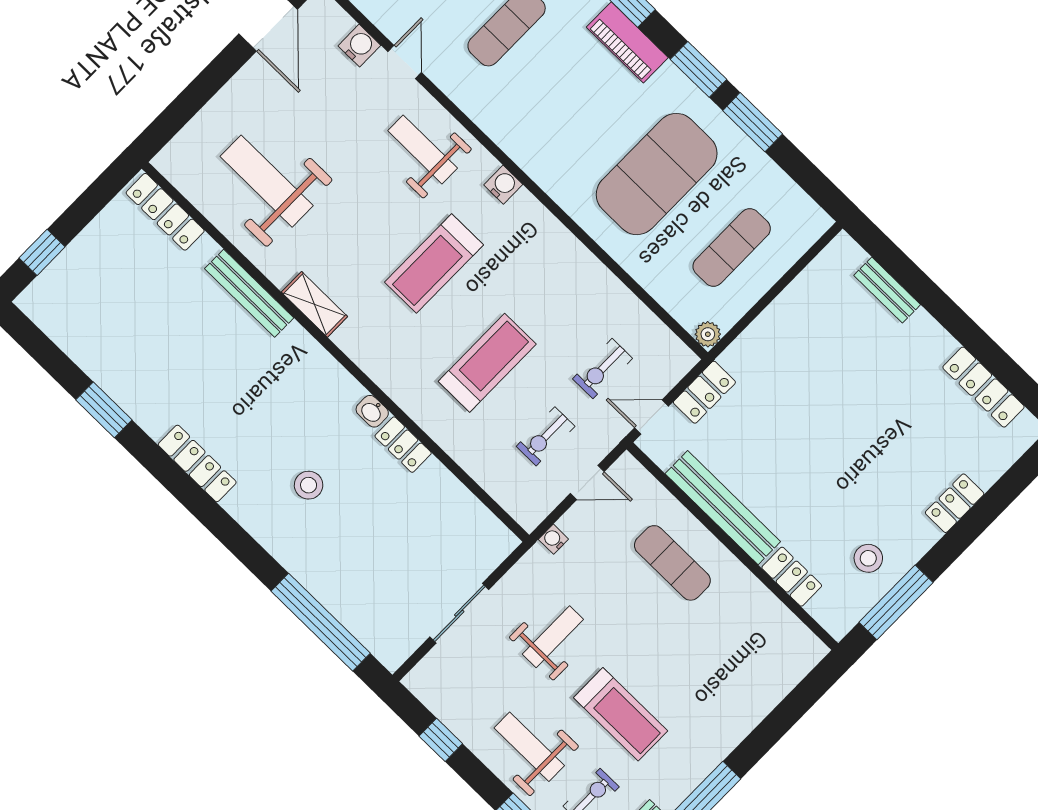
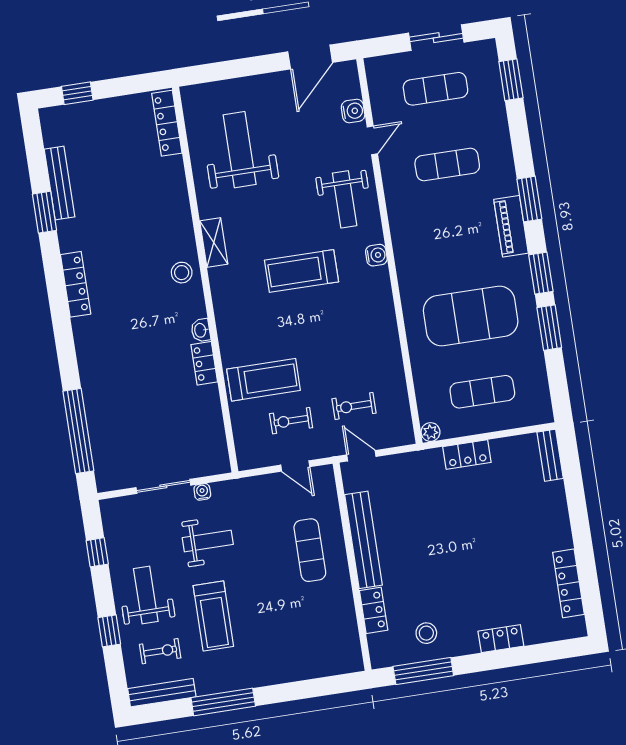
weight bench: (423, 149) -> (345, 199), turned 180
bench: (887, 290) -> (550, 455), moved
bench: (249, 293) -> (59, 183), moved
treadmill: (487, 363) -> (264, 380), moved
locker: (704, 392) -> (467, 455), moved
stool: (309, 485) -> (182, 273), moved
water cooler: (553, 539) -> (202, 492), moved

